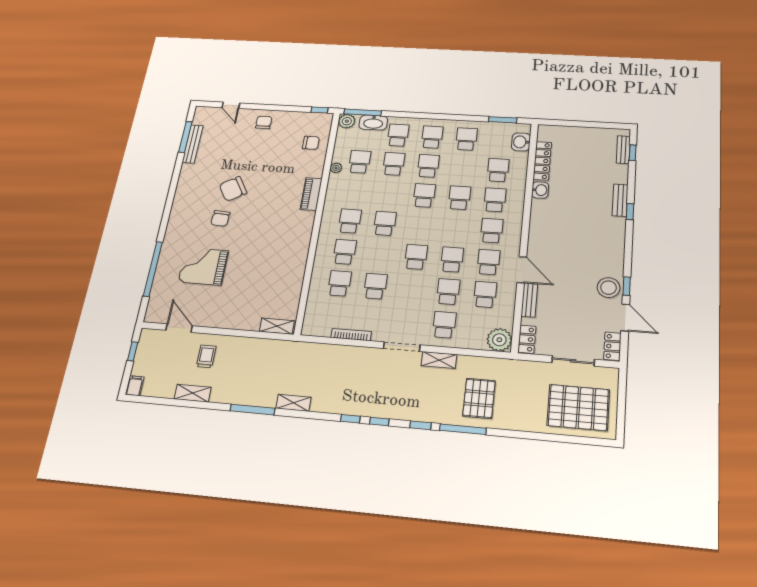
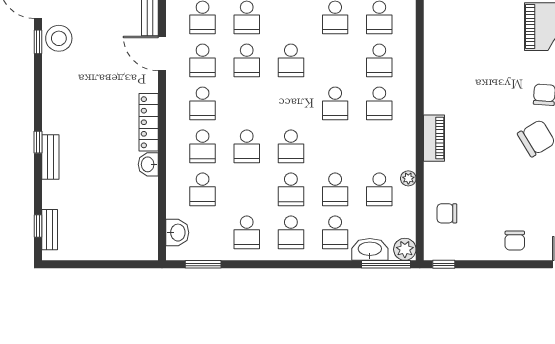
locker: (542, 161) -> (149, 122), moved

